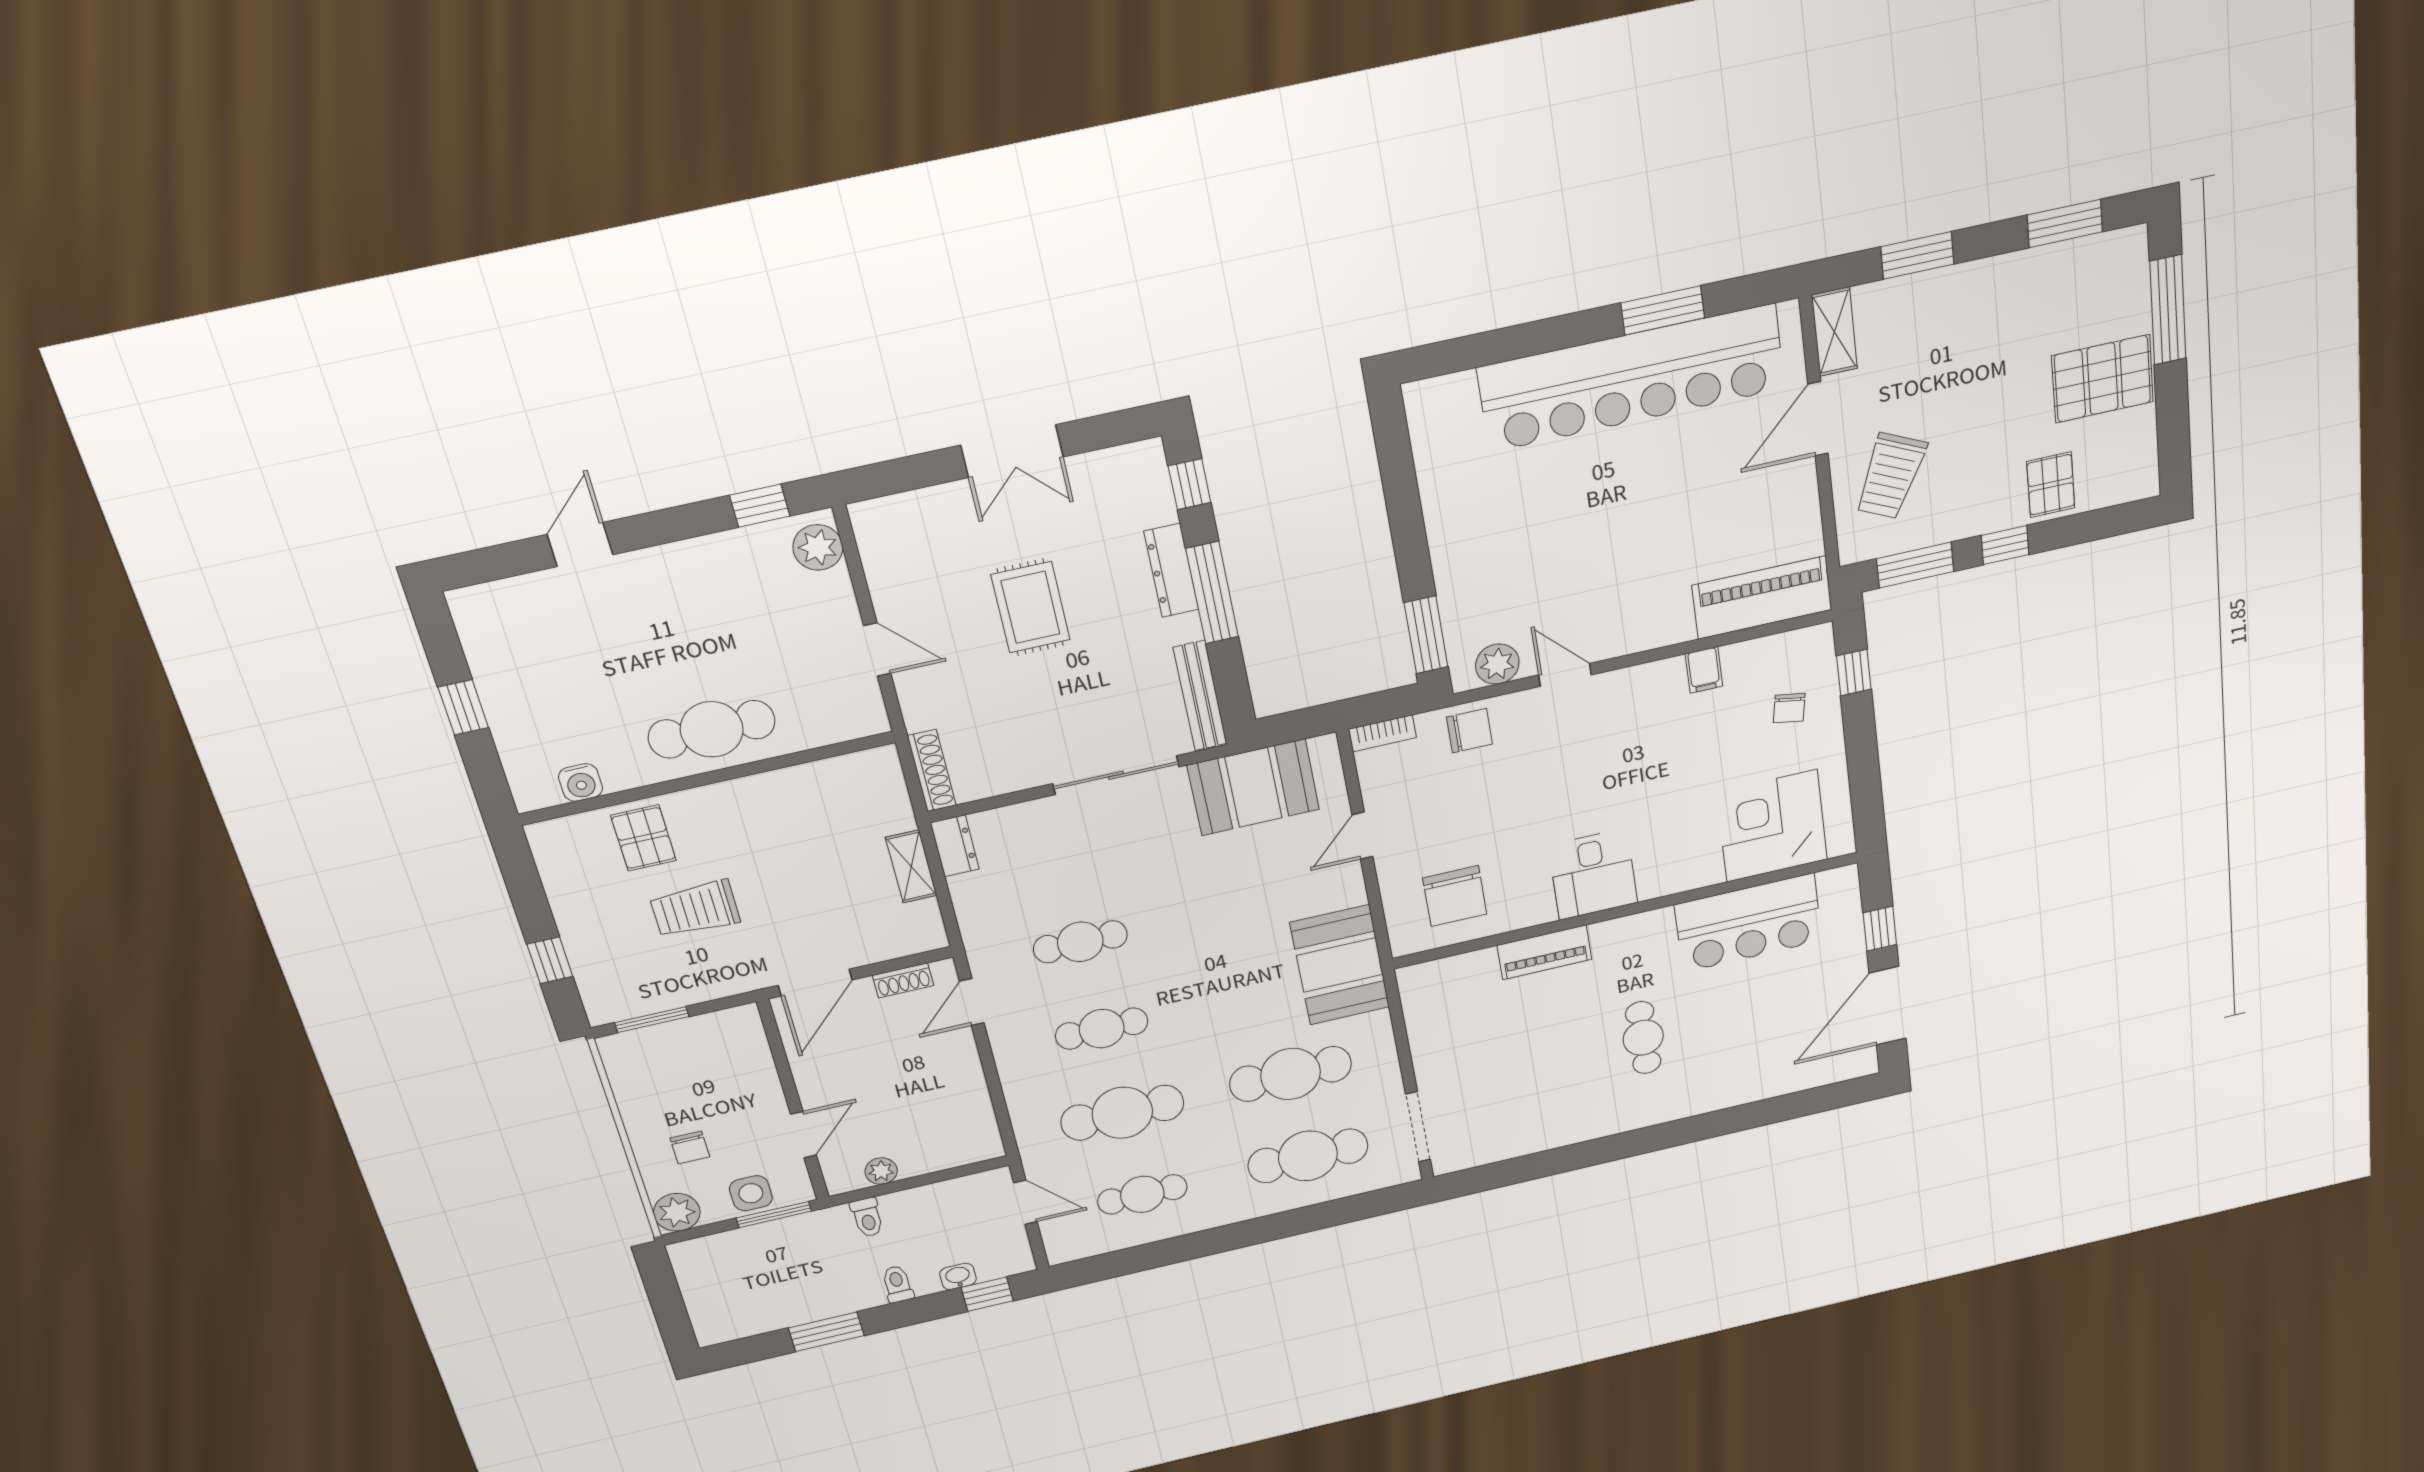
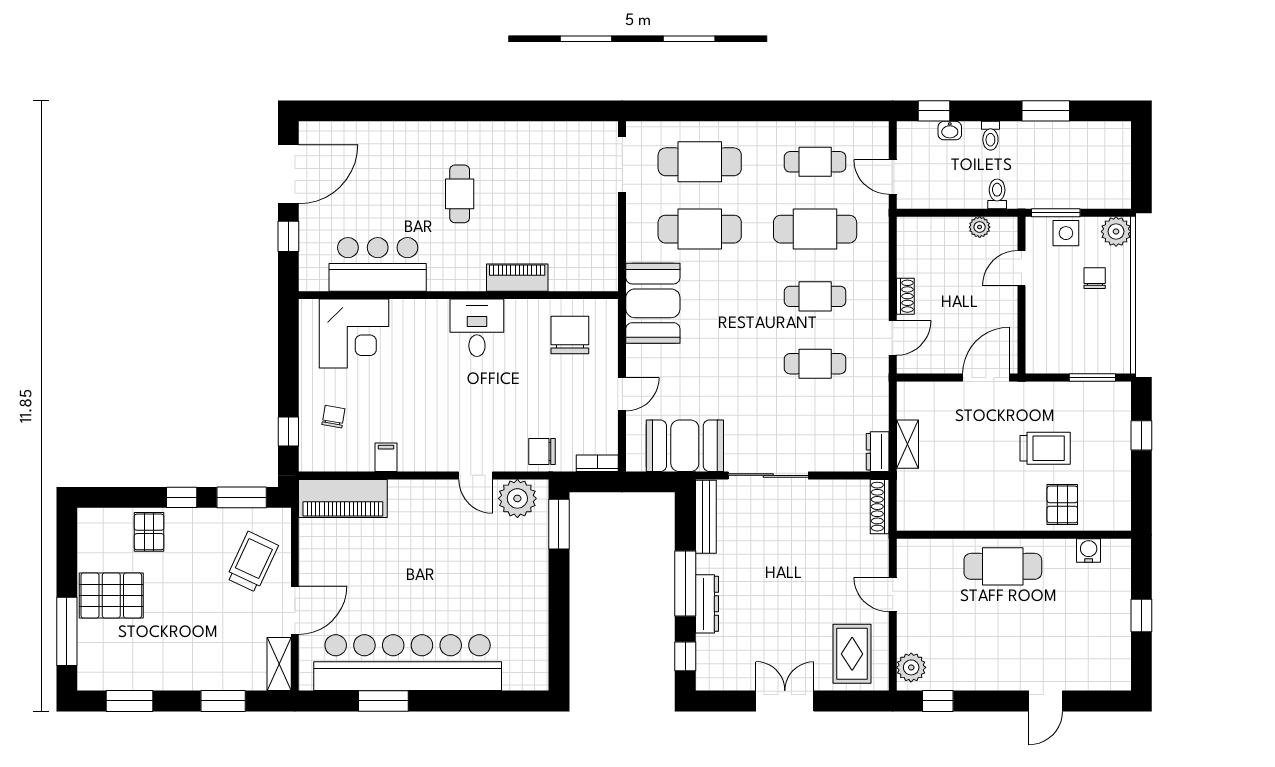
rug: (1030, 607) -> (852, 654), moved
plant: (1497, 664) -> (517, 498), width x1.36, depth x1.36
shoe rack: (903, 980) -> (905, 296), moved, turned 90

